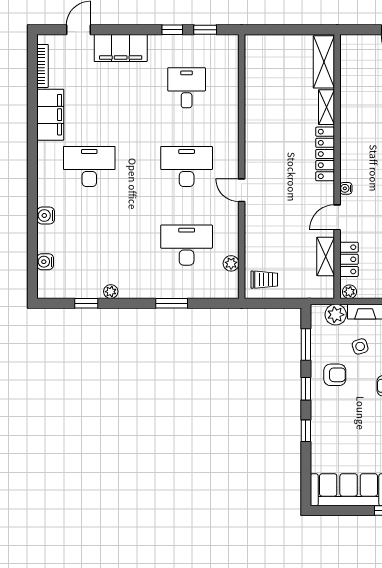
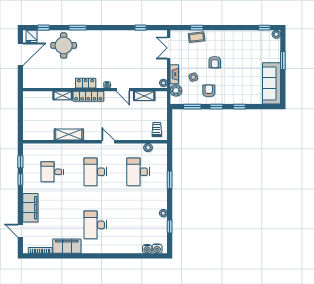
shelving: (324, 62) -> (69, 135), moved
door: (242, 190) -> (108, 142), swing flipped
water cooler: (46, 215) -> (157, 249), moved
locker: (349, 259) -> (86, 83), moved

